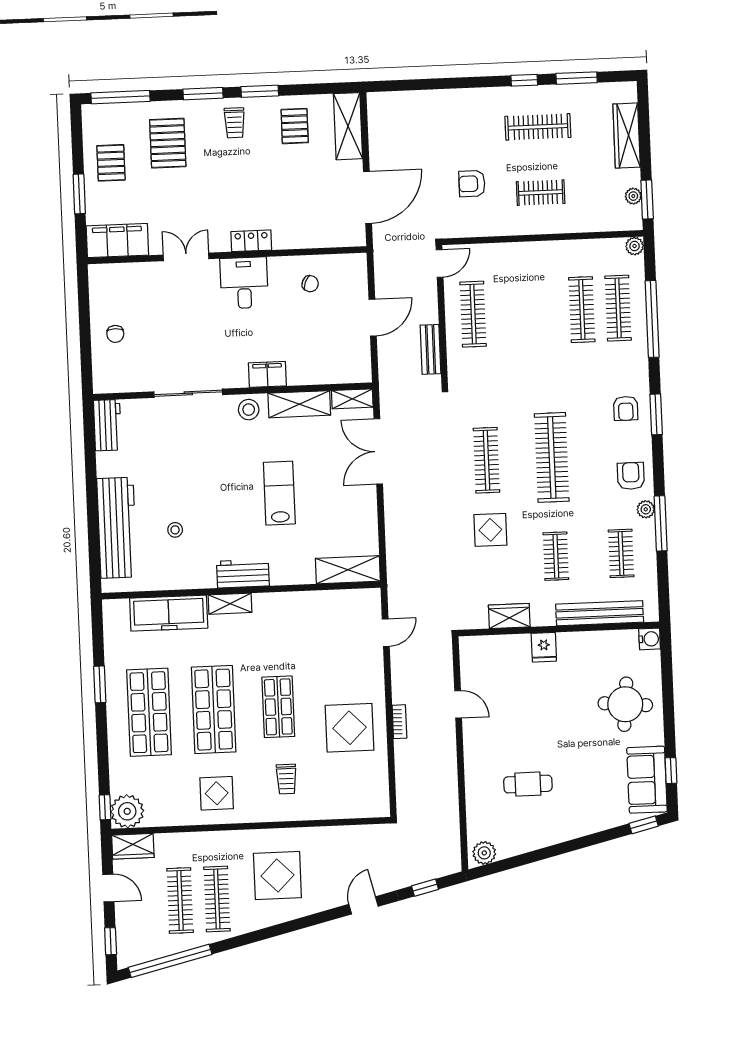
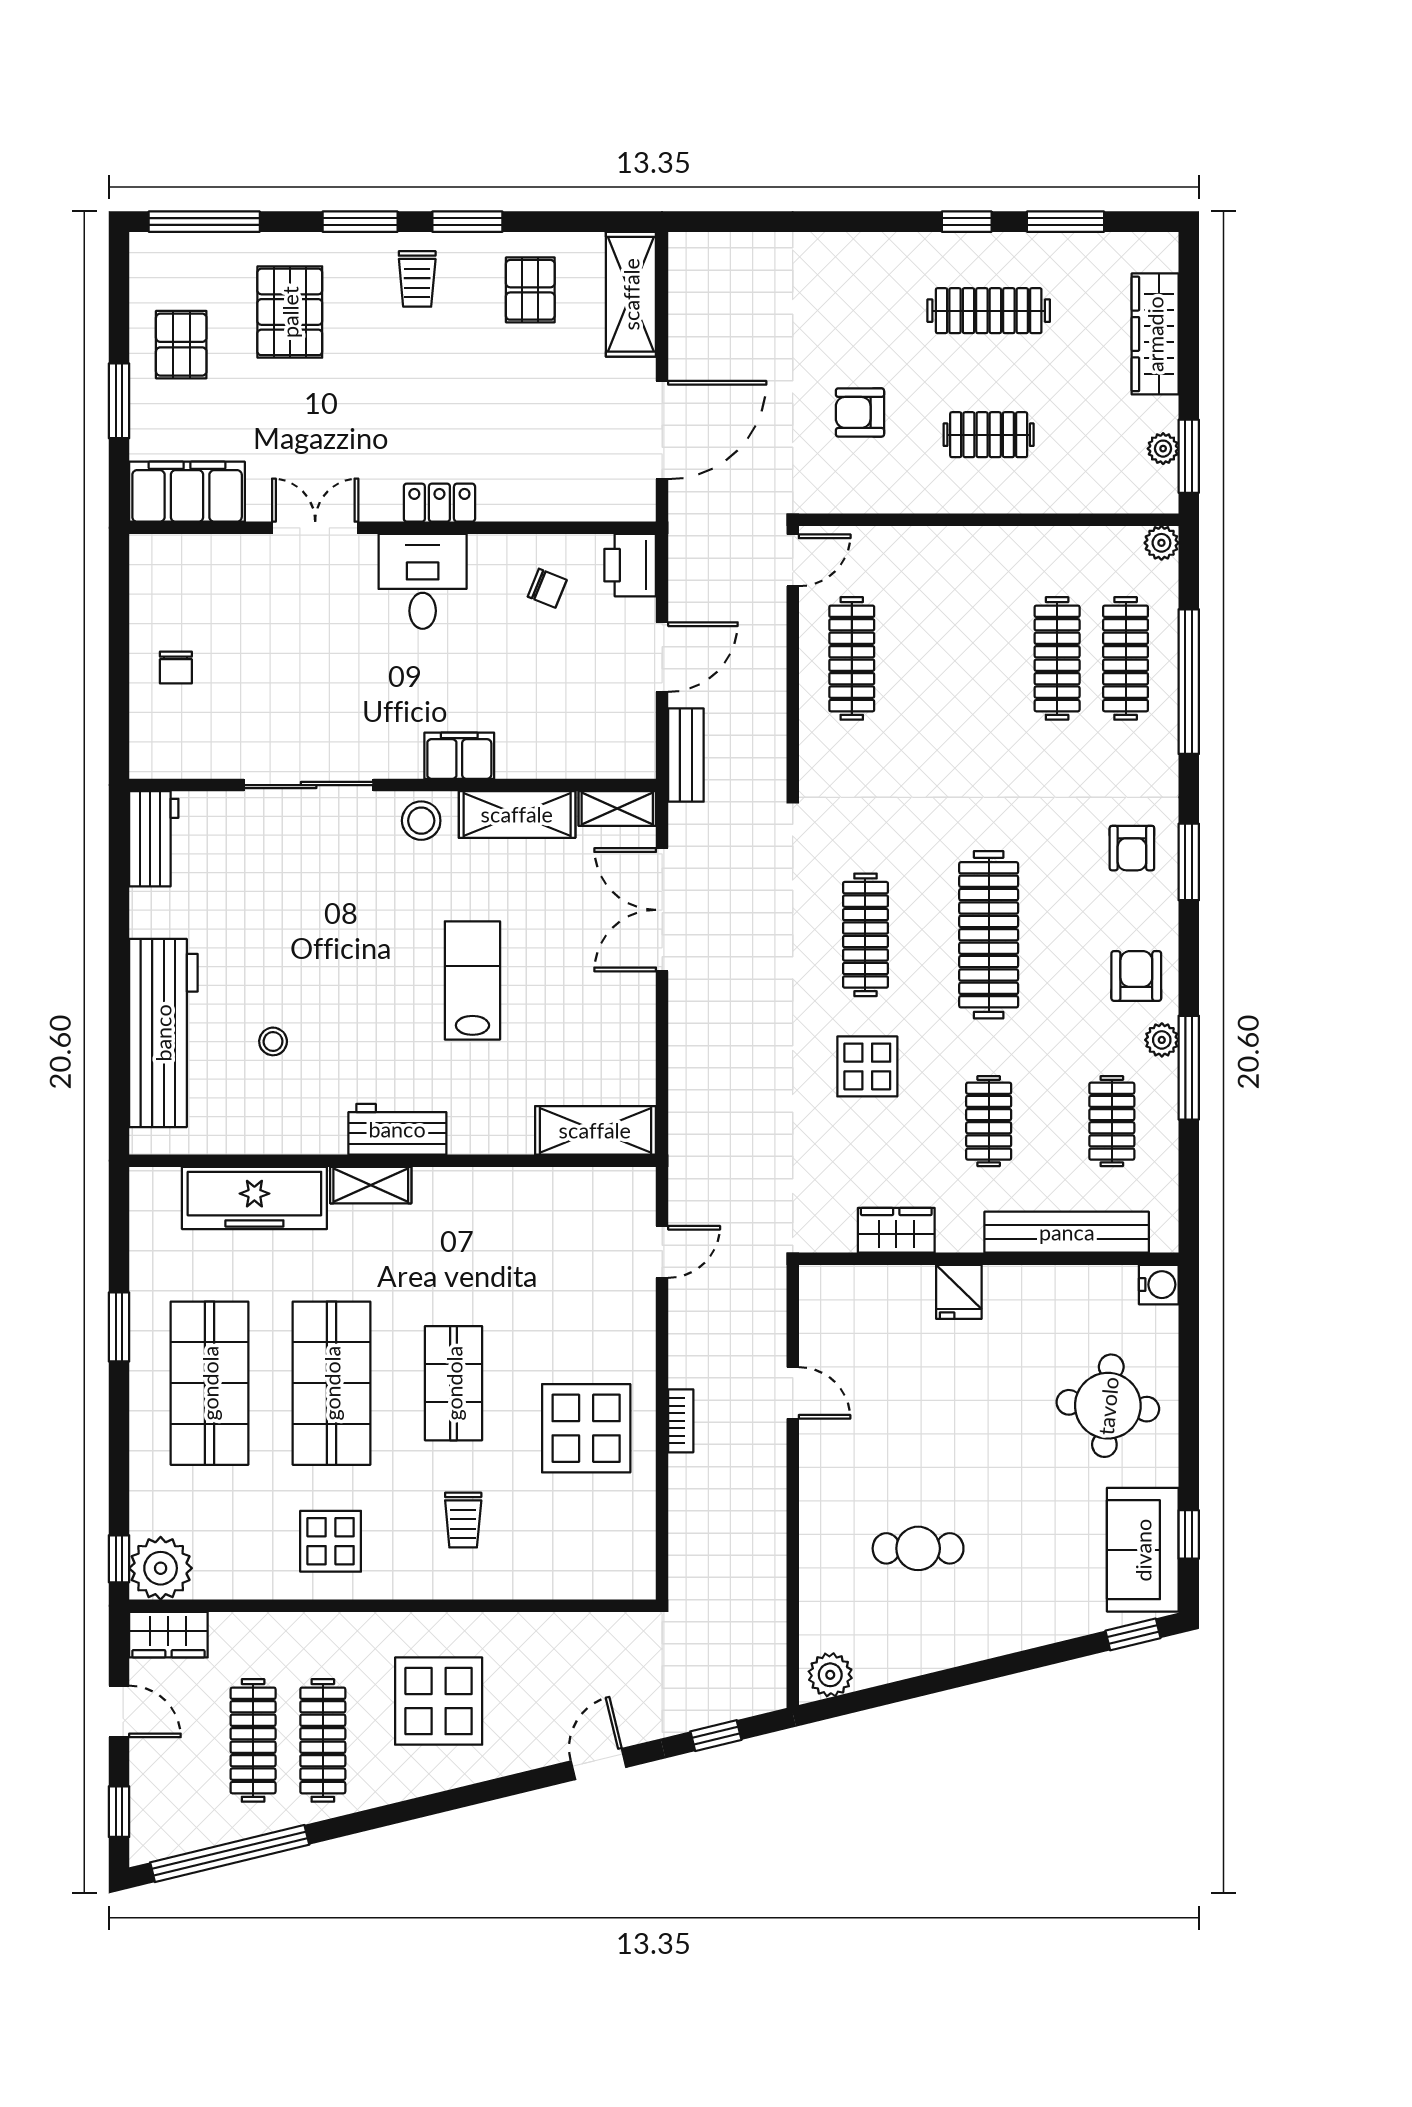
printer: (354, 270) -> (630, 565), added
bench: (431, 349) -> (686, 755), moved

